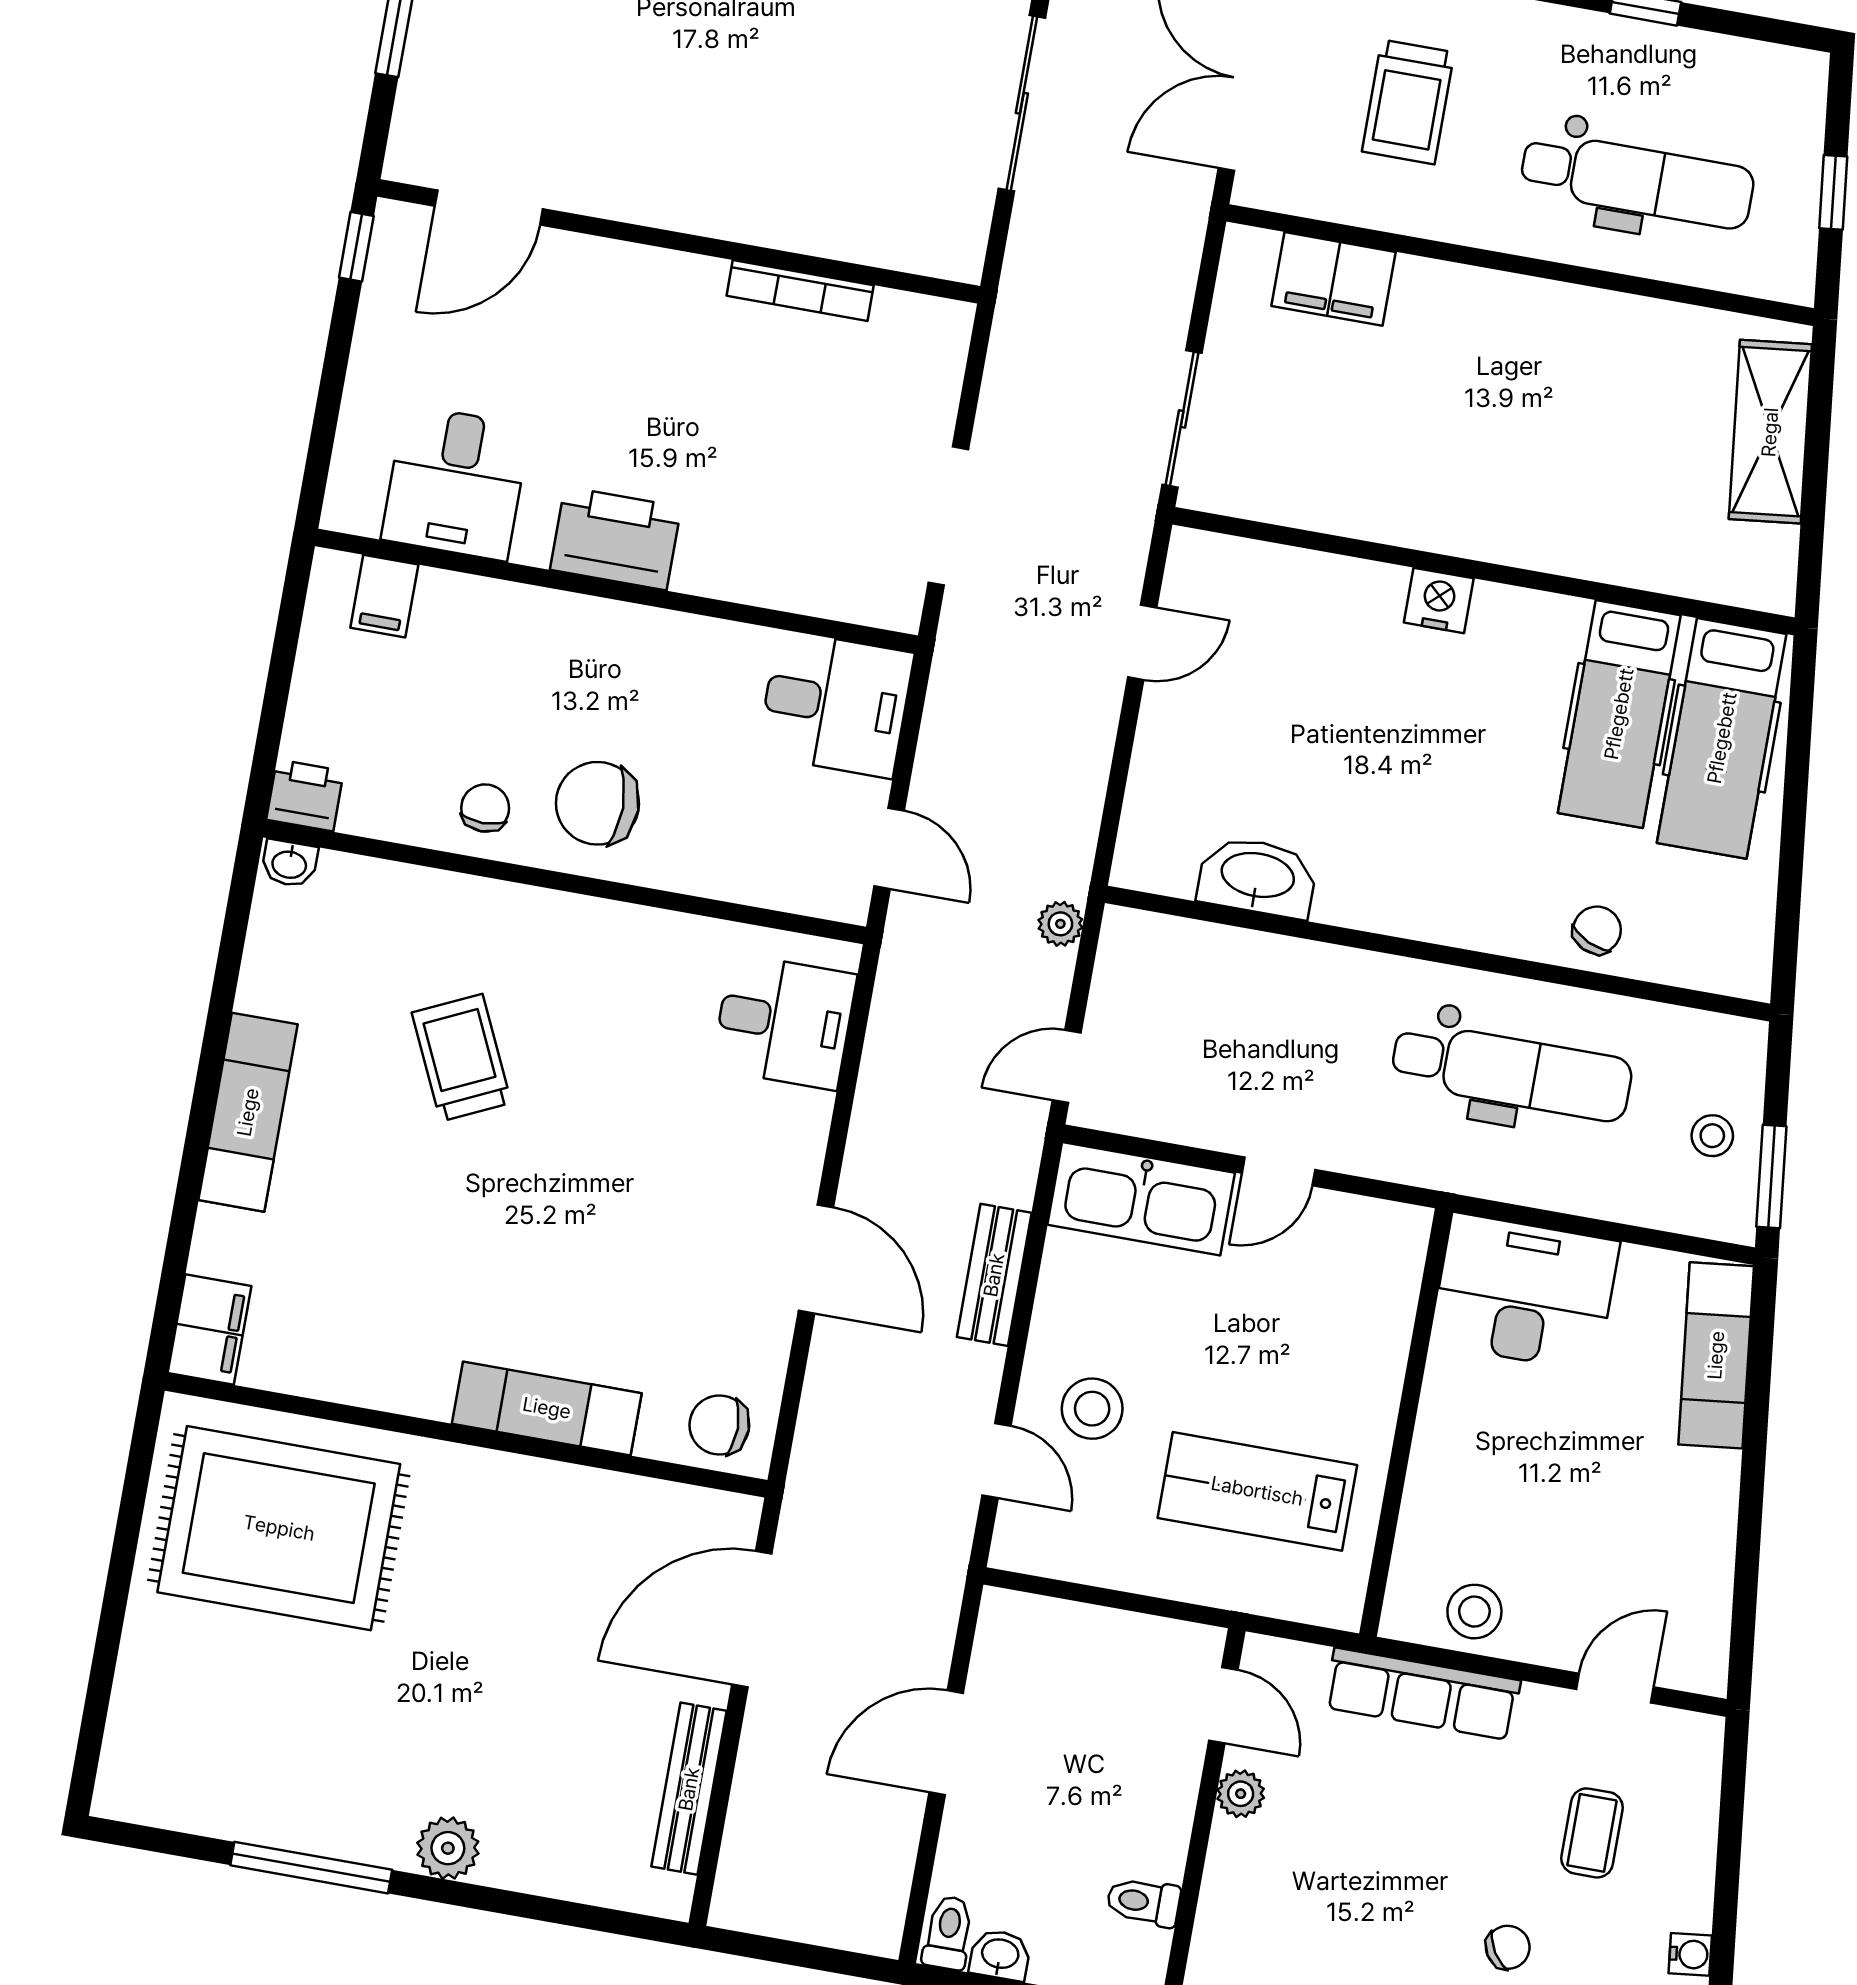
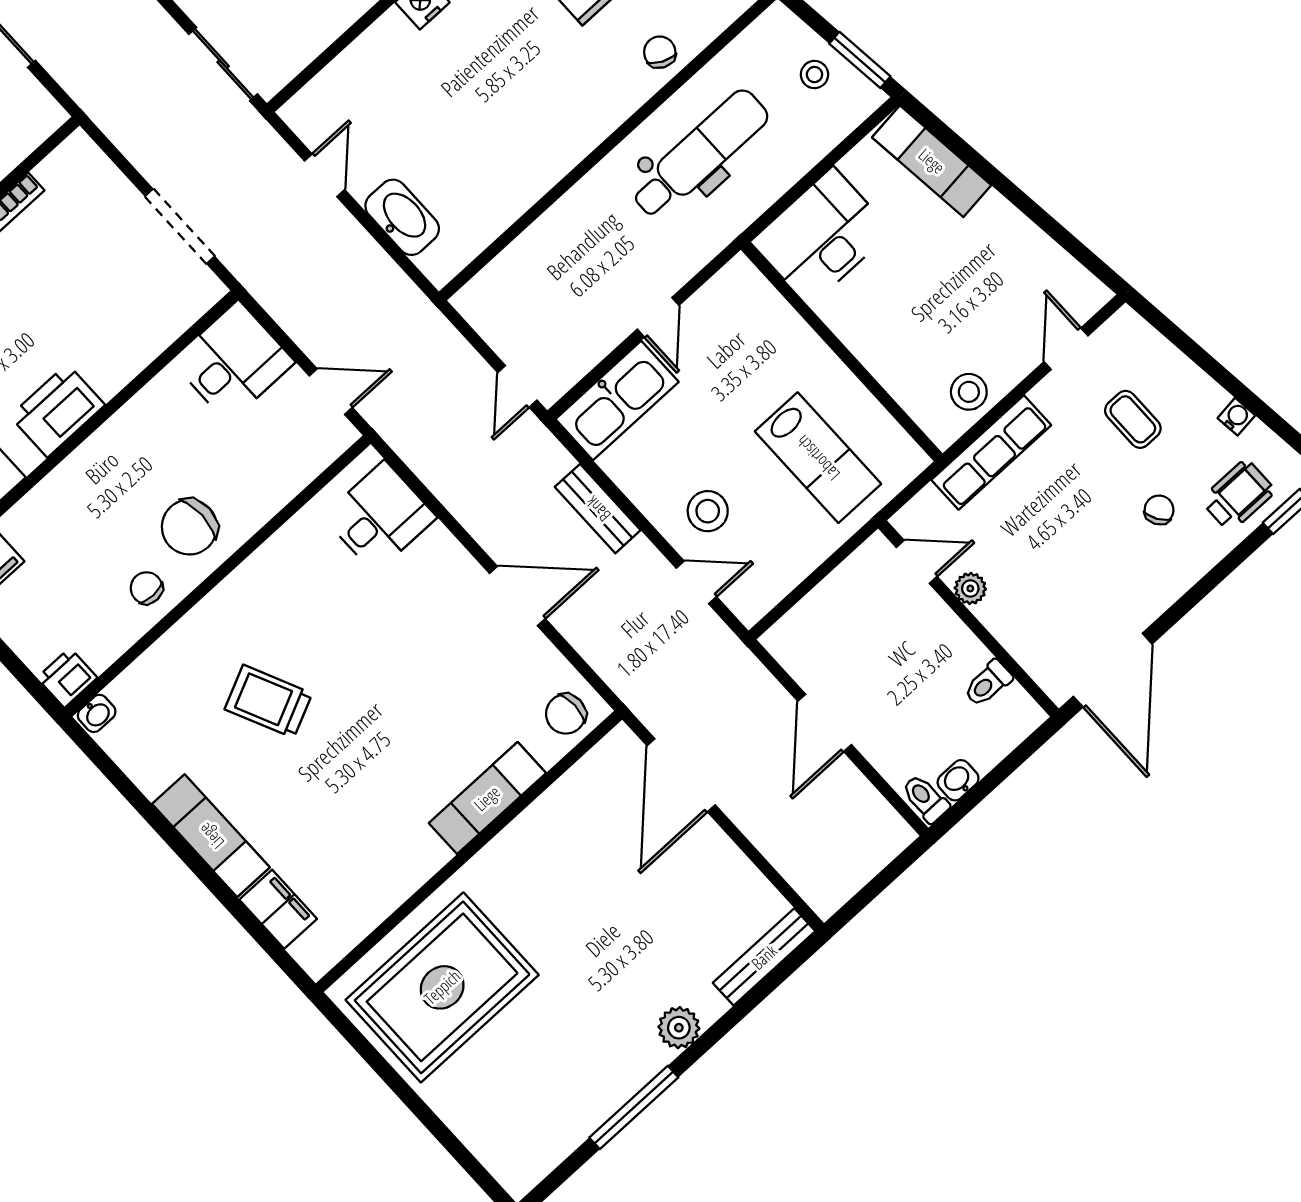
washbasin: (1257, 877) -> (402, 217), moved, turned 90
plant: (1060, 924) -> (440, 332), removed
filing cabinet: (209, 1330) -> (278, 909), moved
lab bench: (1257, 1491) -> (818, 458), turned -90
bench: (689, 1789) -> (764, 957), moved, turned 90

